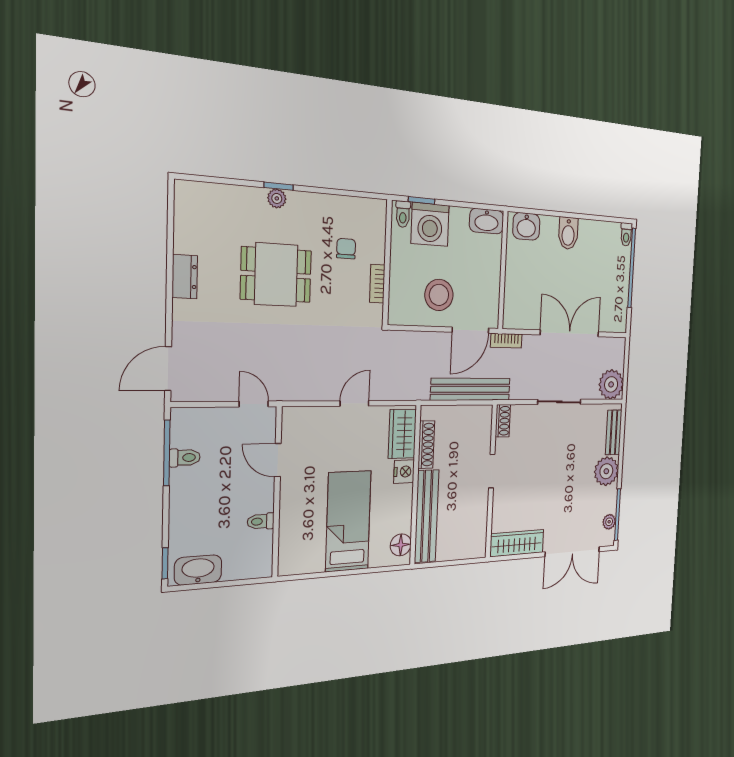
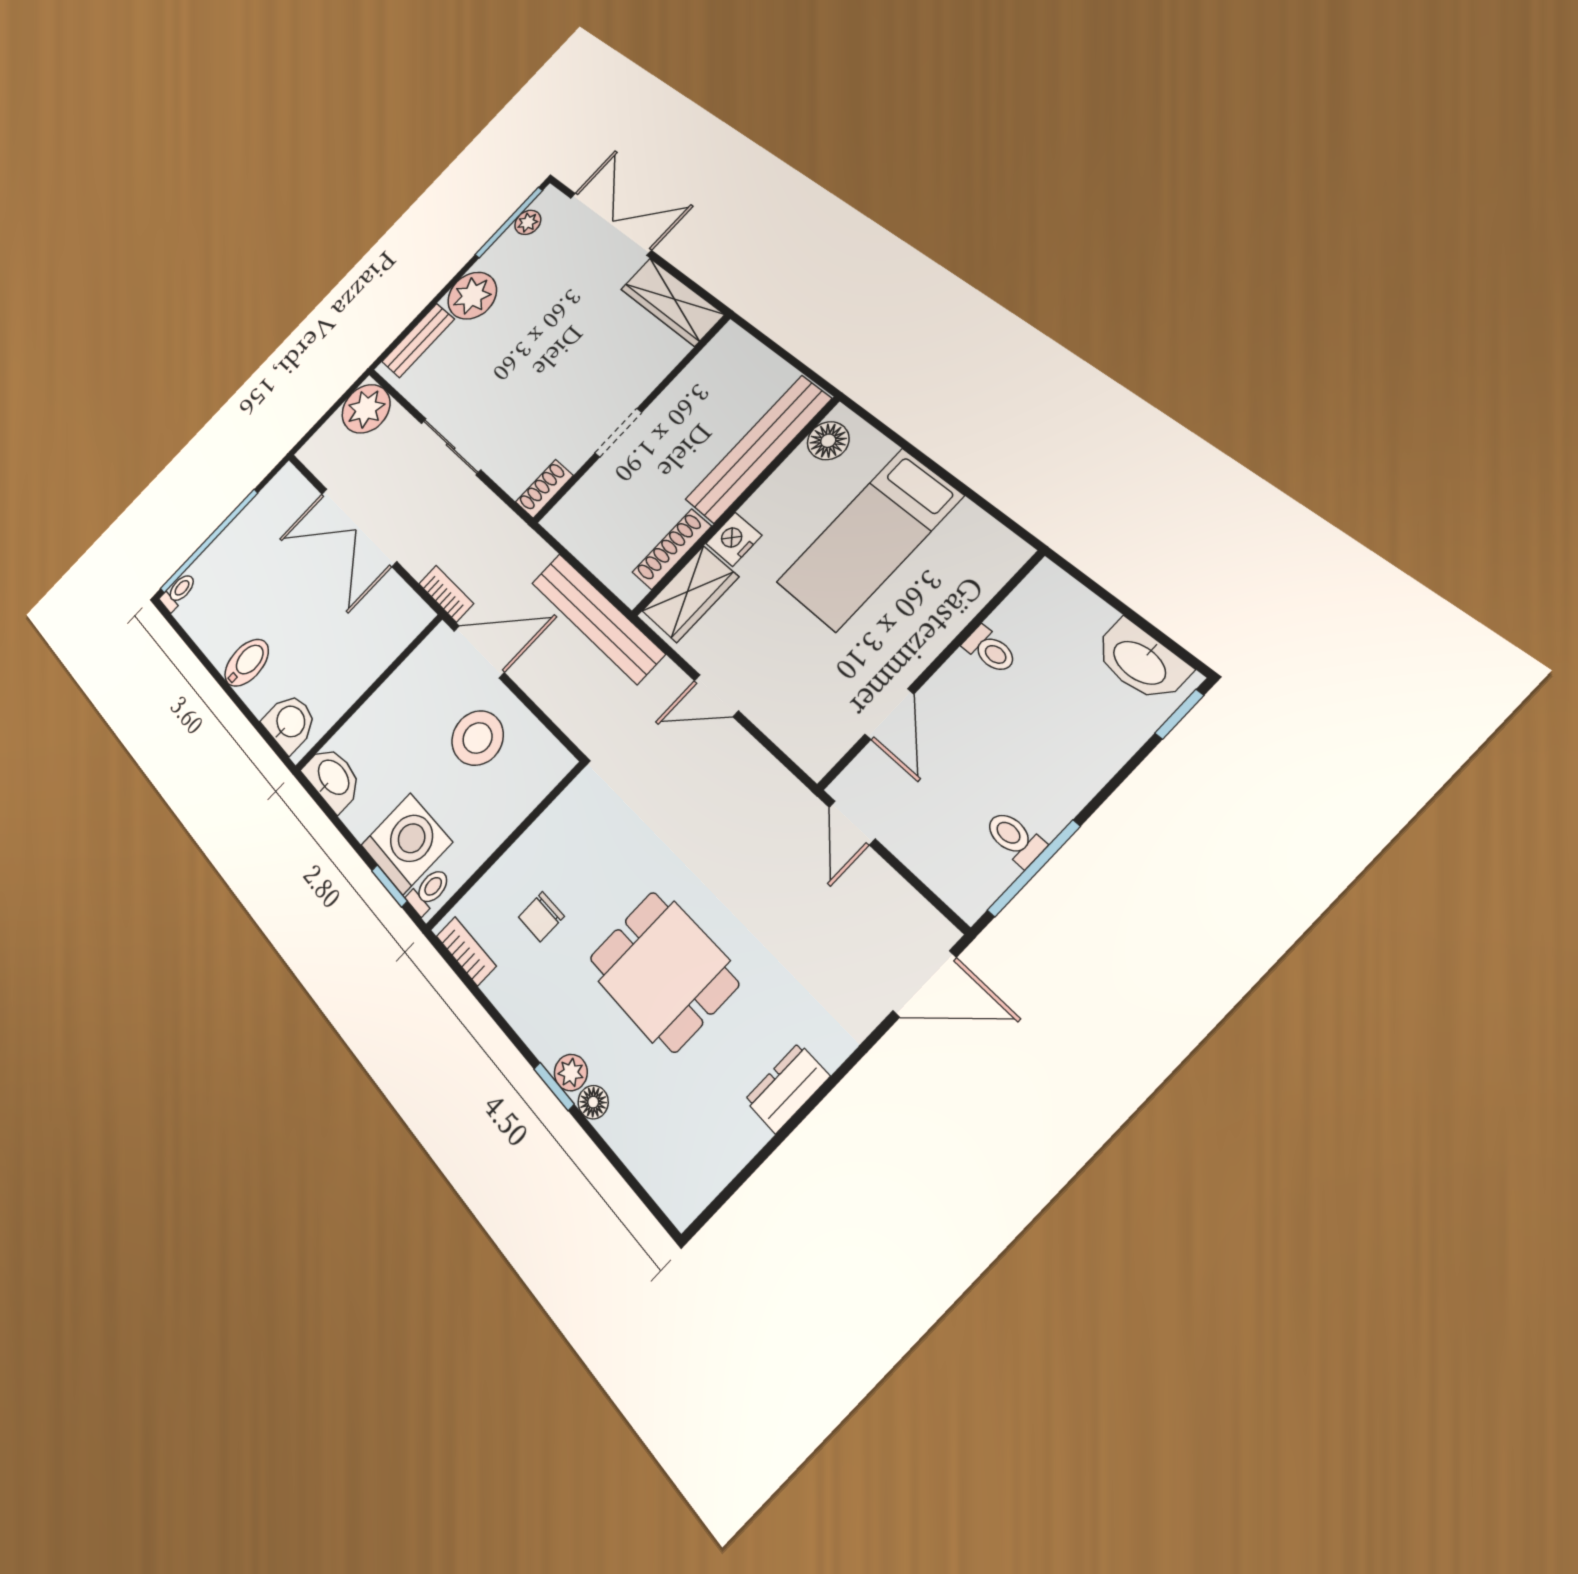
floor lamp: (257, 196) -> (593, 1102), added
bookcase: (377, 284) -> (466, 951), moved, turned -90
bench: (471, 389) -> (597, 618), moved

